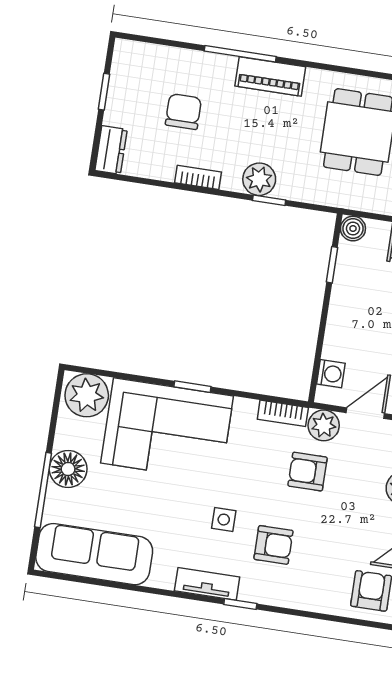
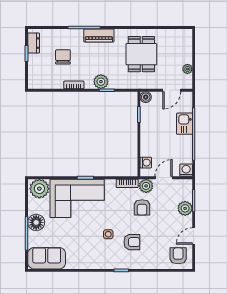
dresser: (111, 150) -> (34, 43), moved
armchair: (308, 472) -> (142, 207), turned -90
sofa: (94, 554) -> (47, 258), width x0.73
tv unit: (207, 584) -> (105, 264), removed

